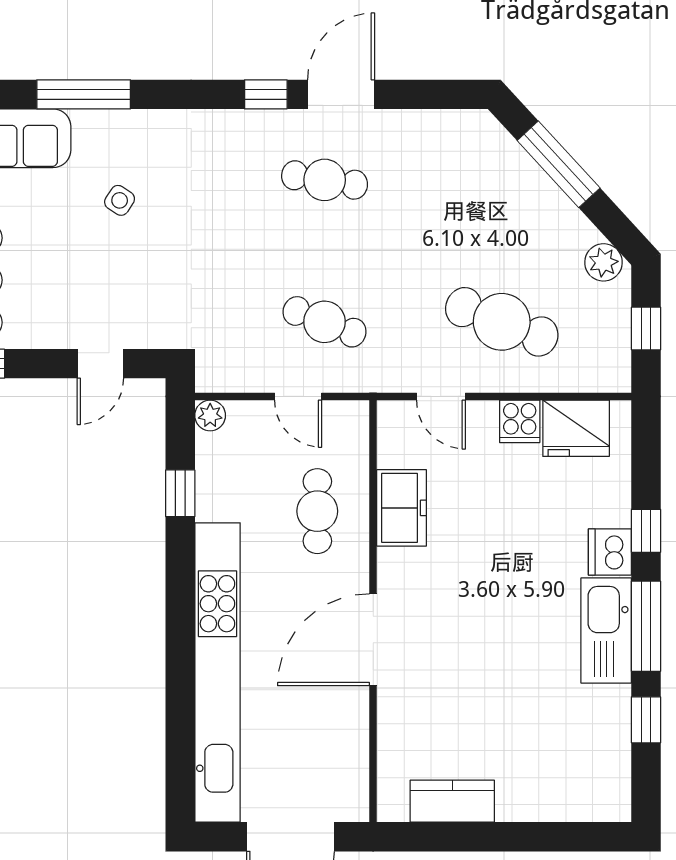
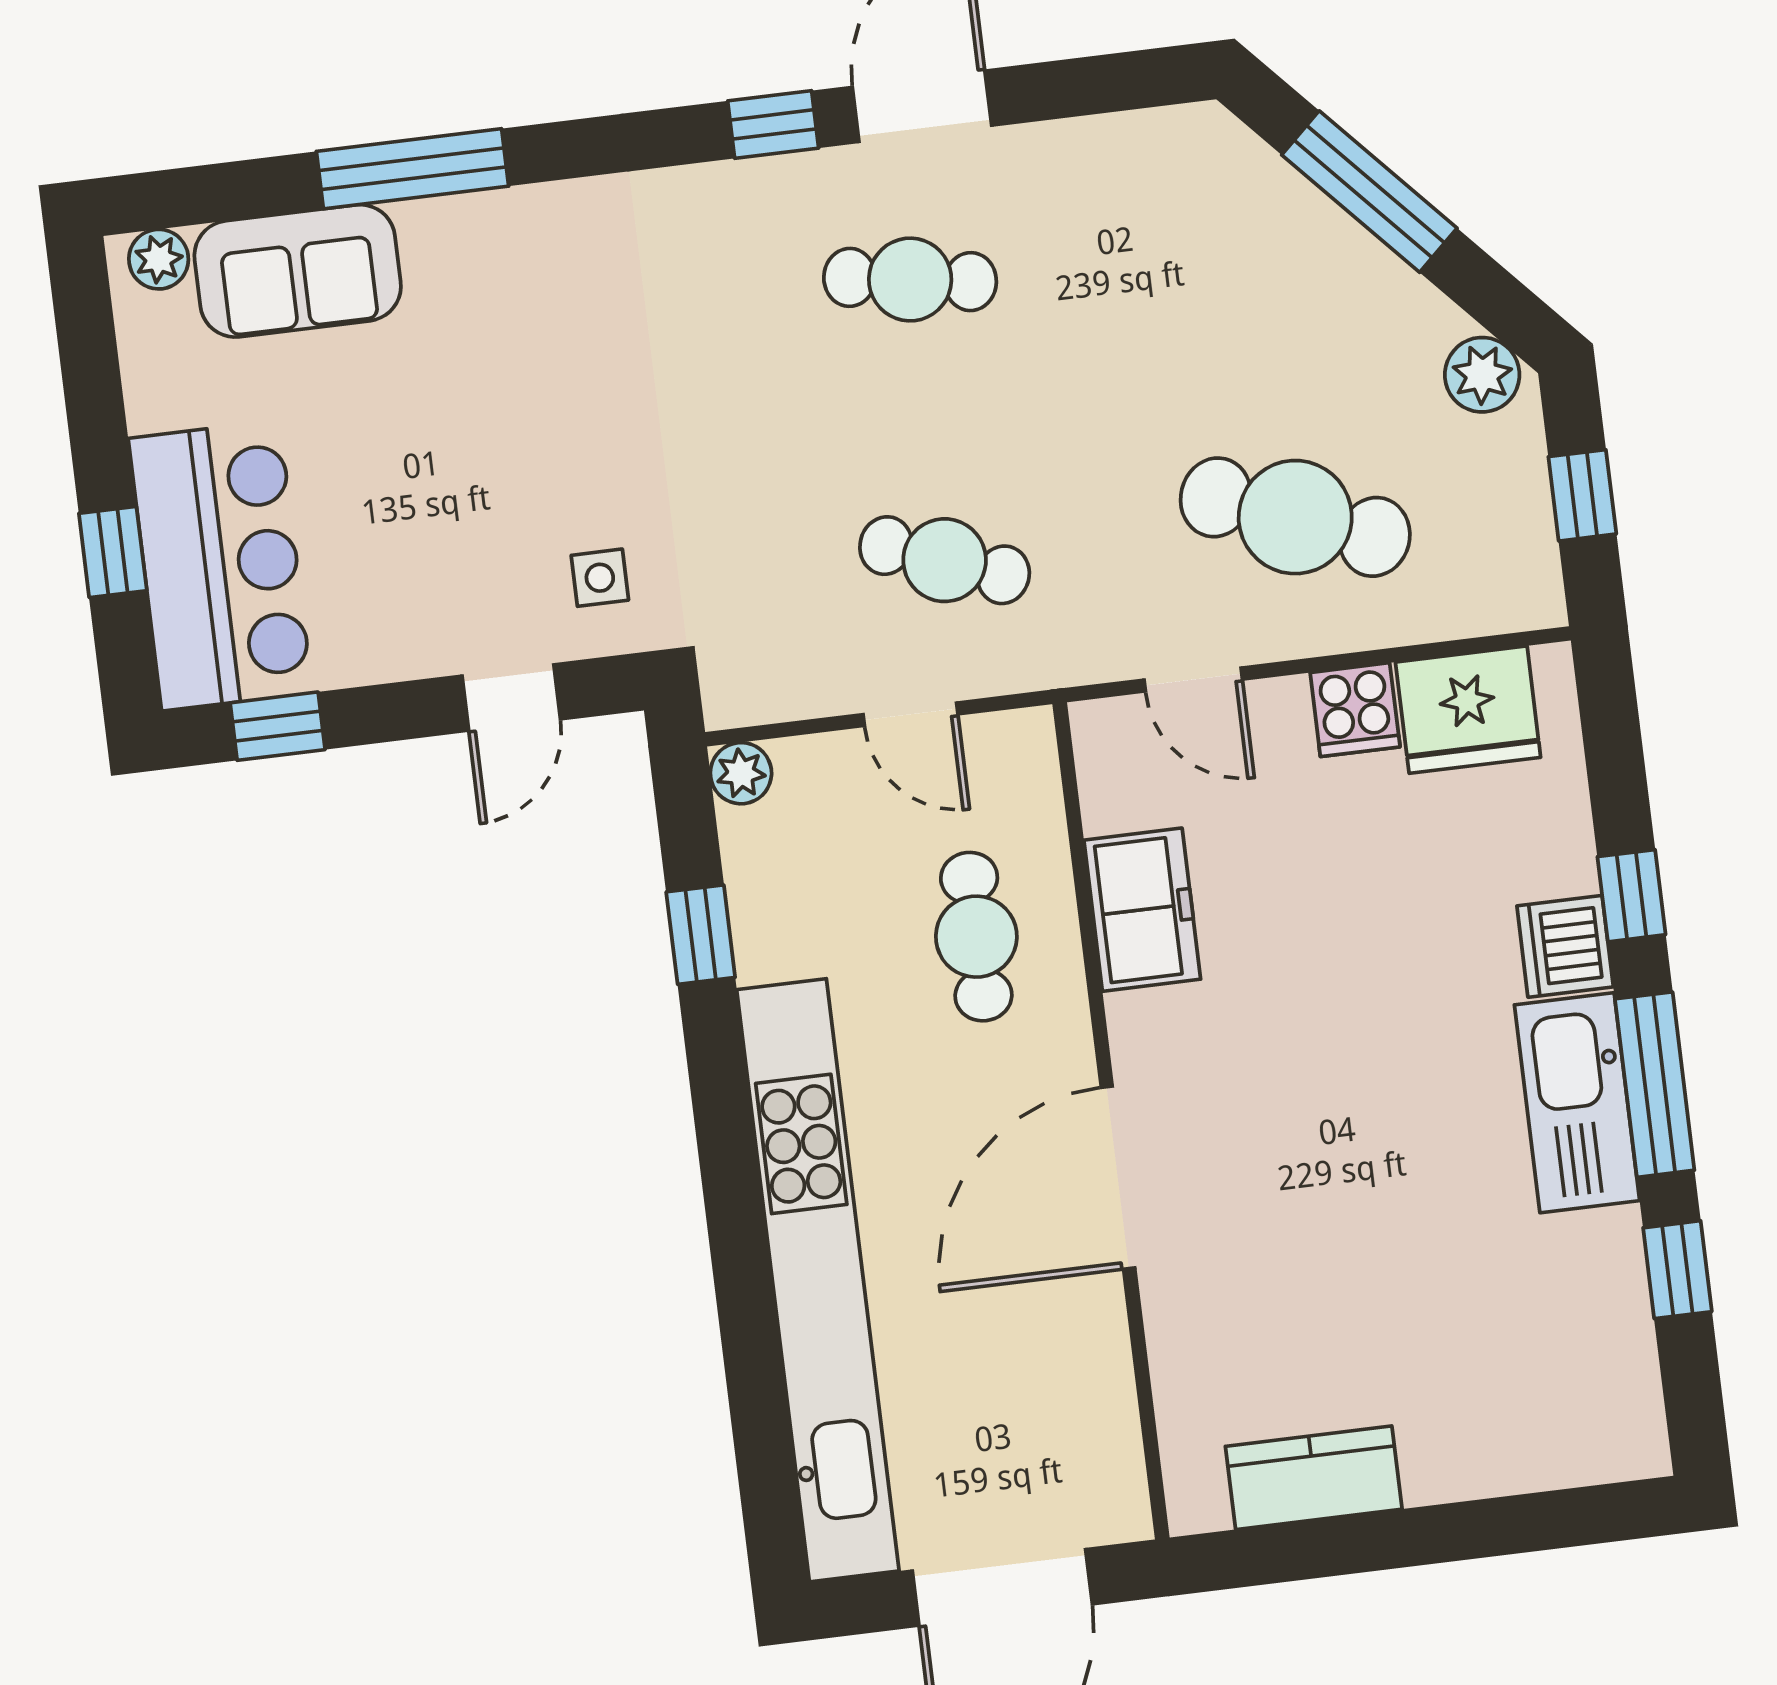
side table: (120, 200) -> (600, 578), moved, turned -33

